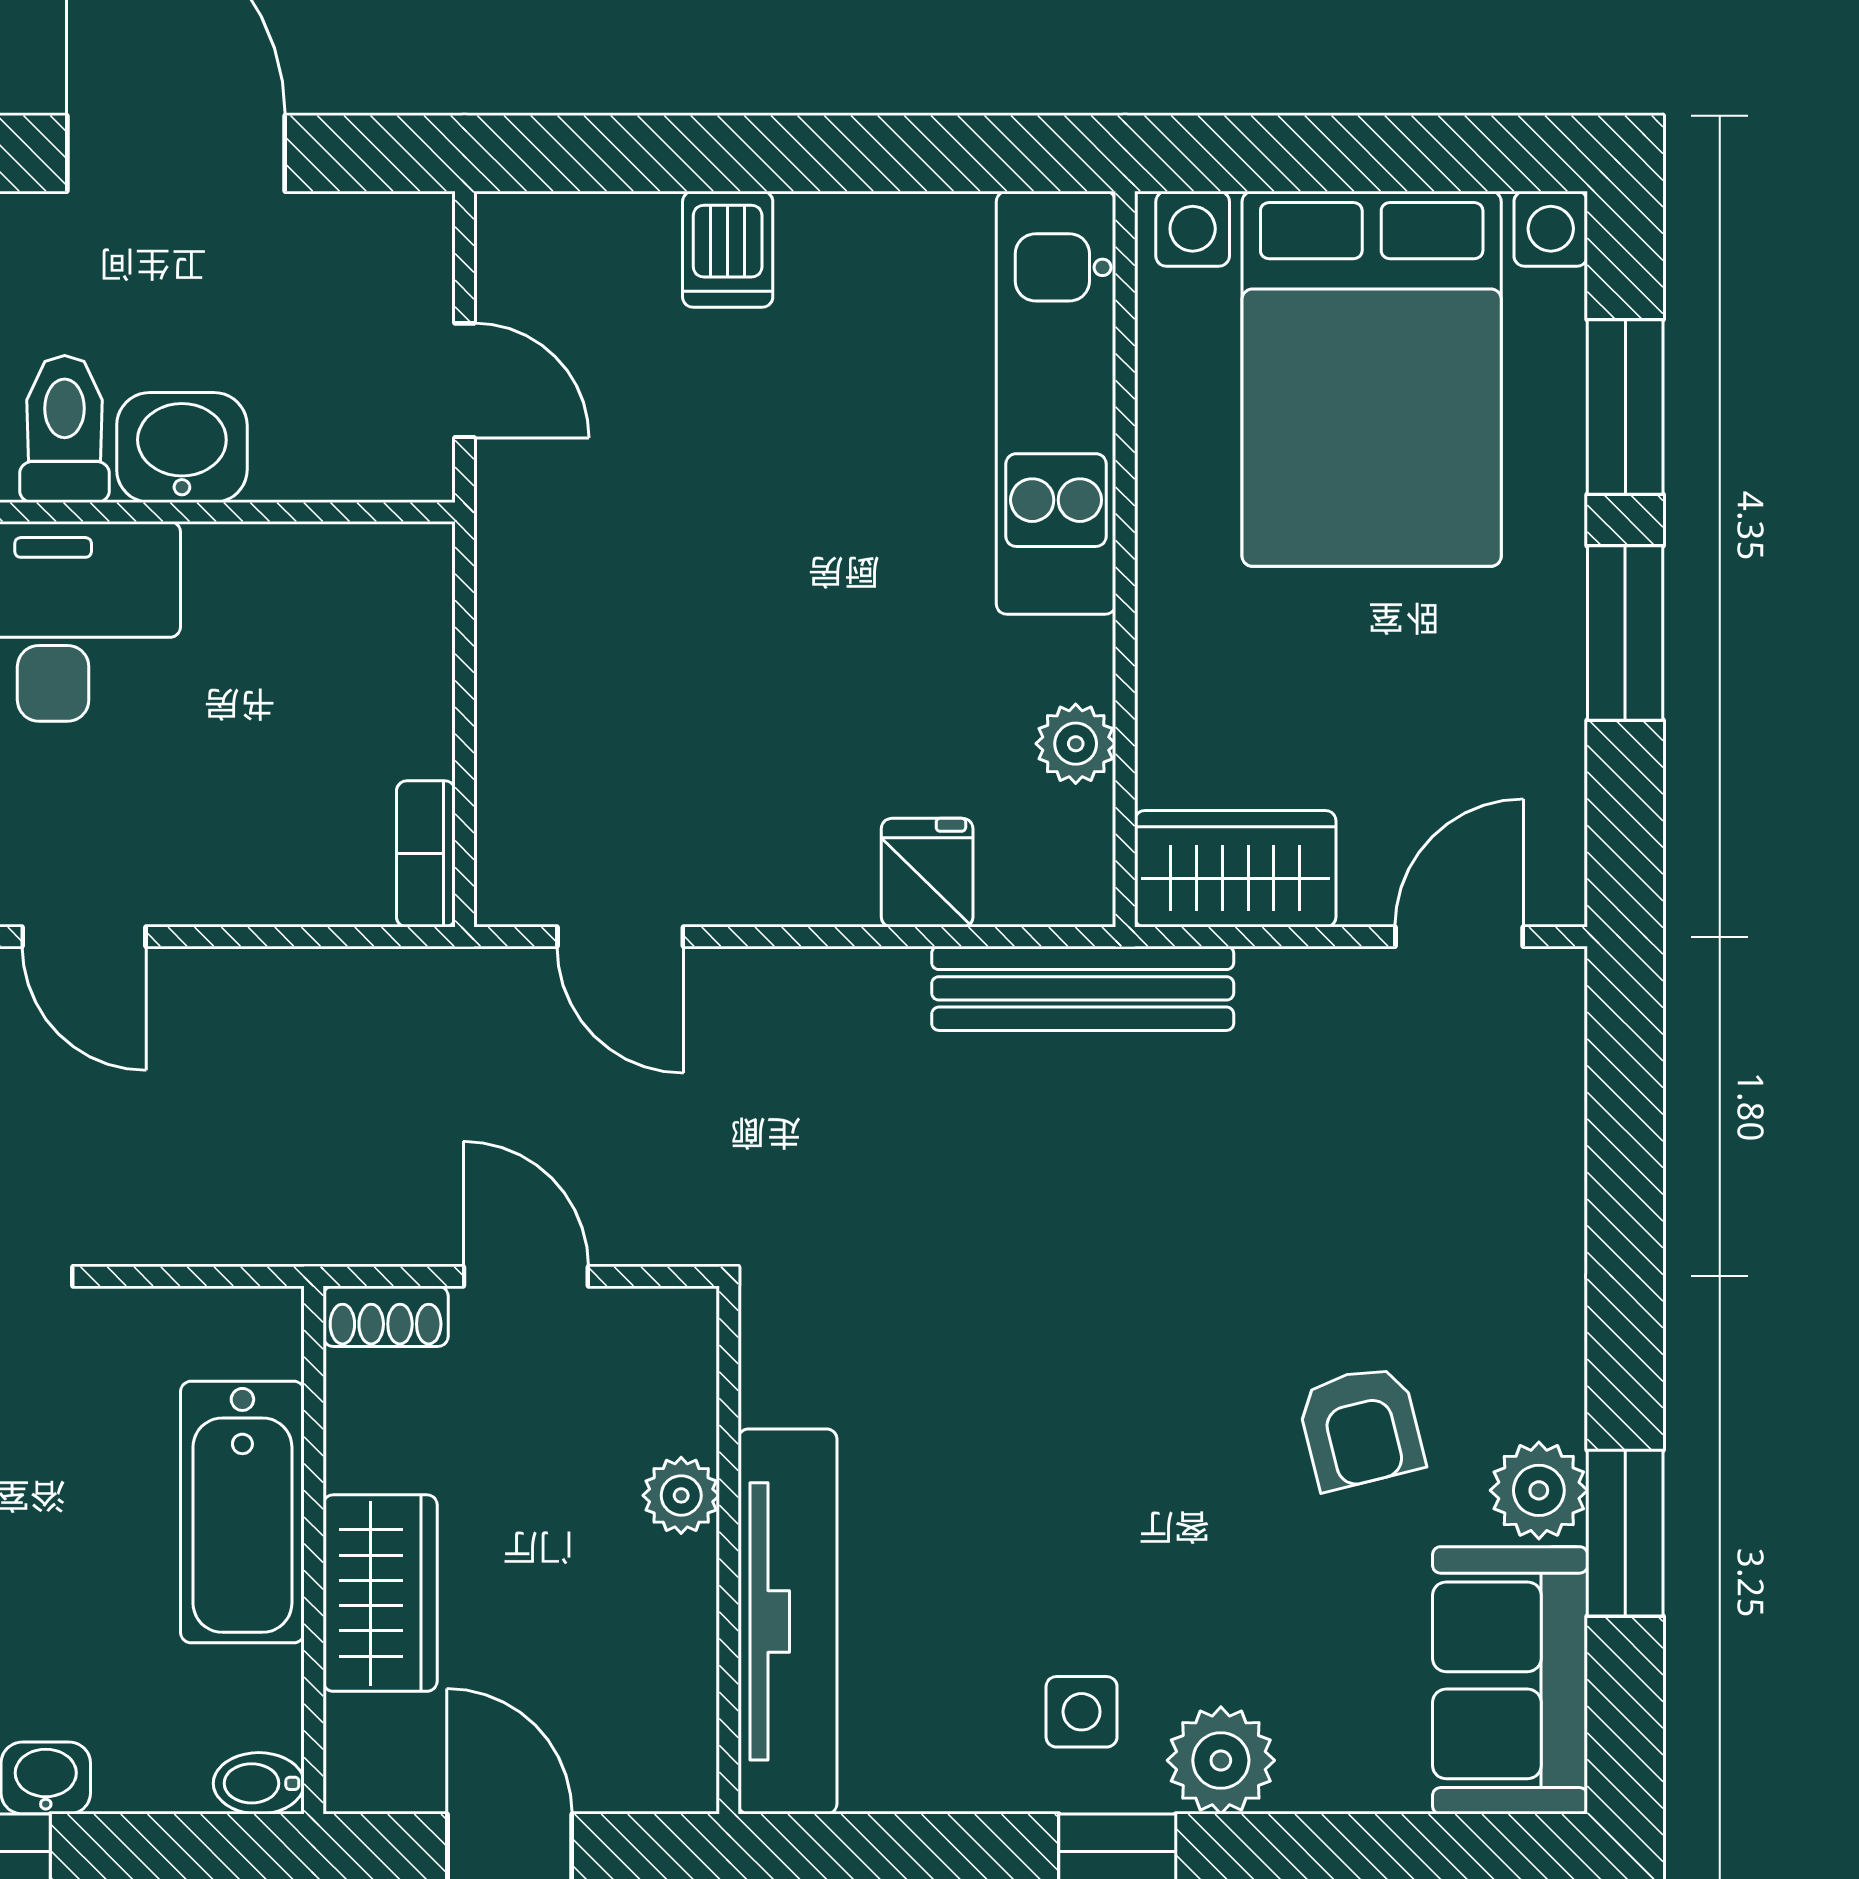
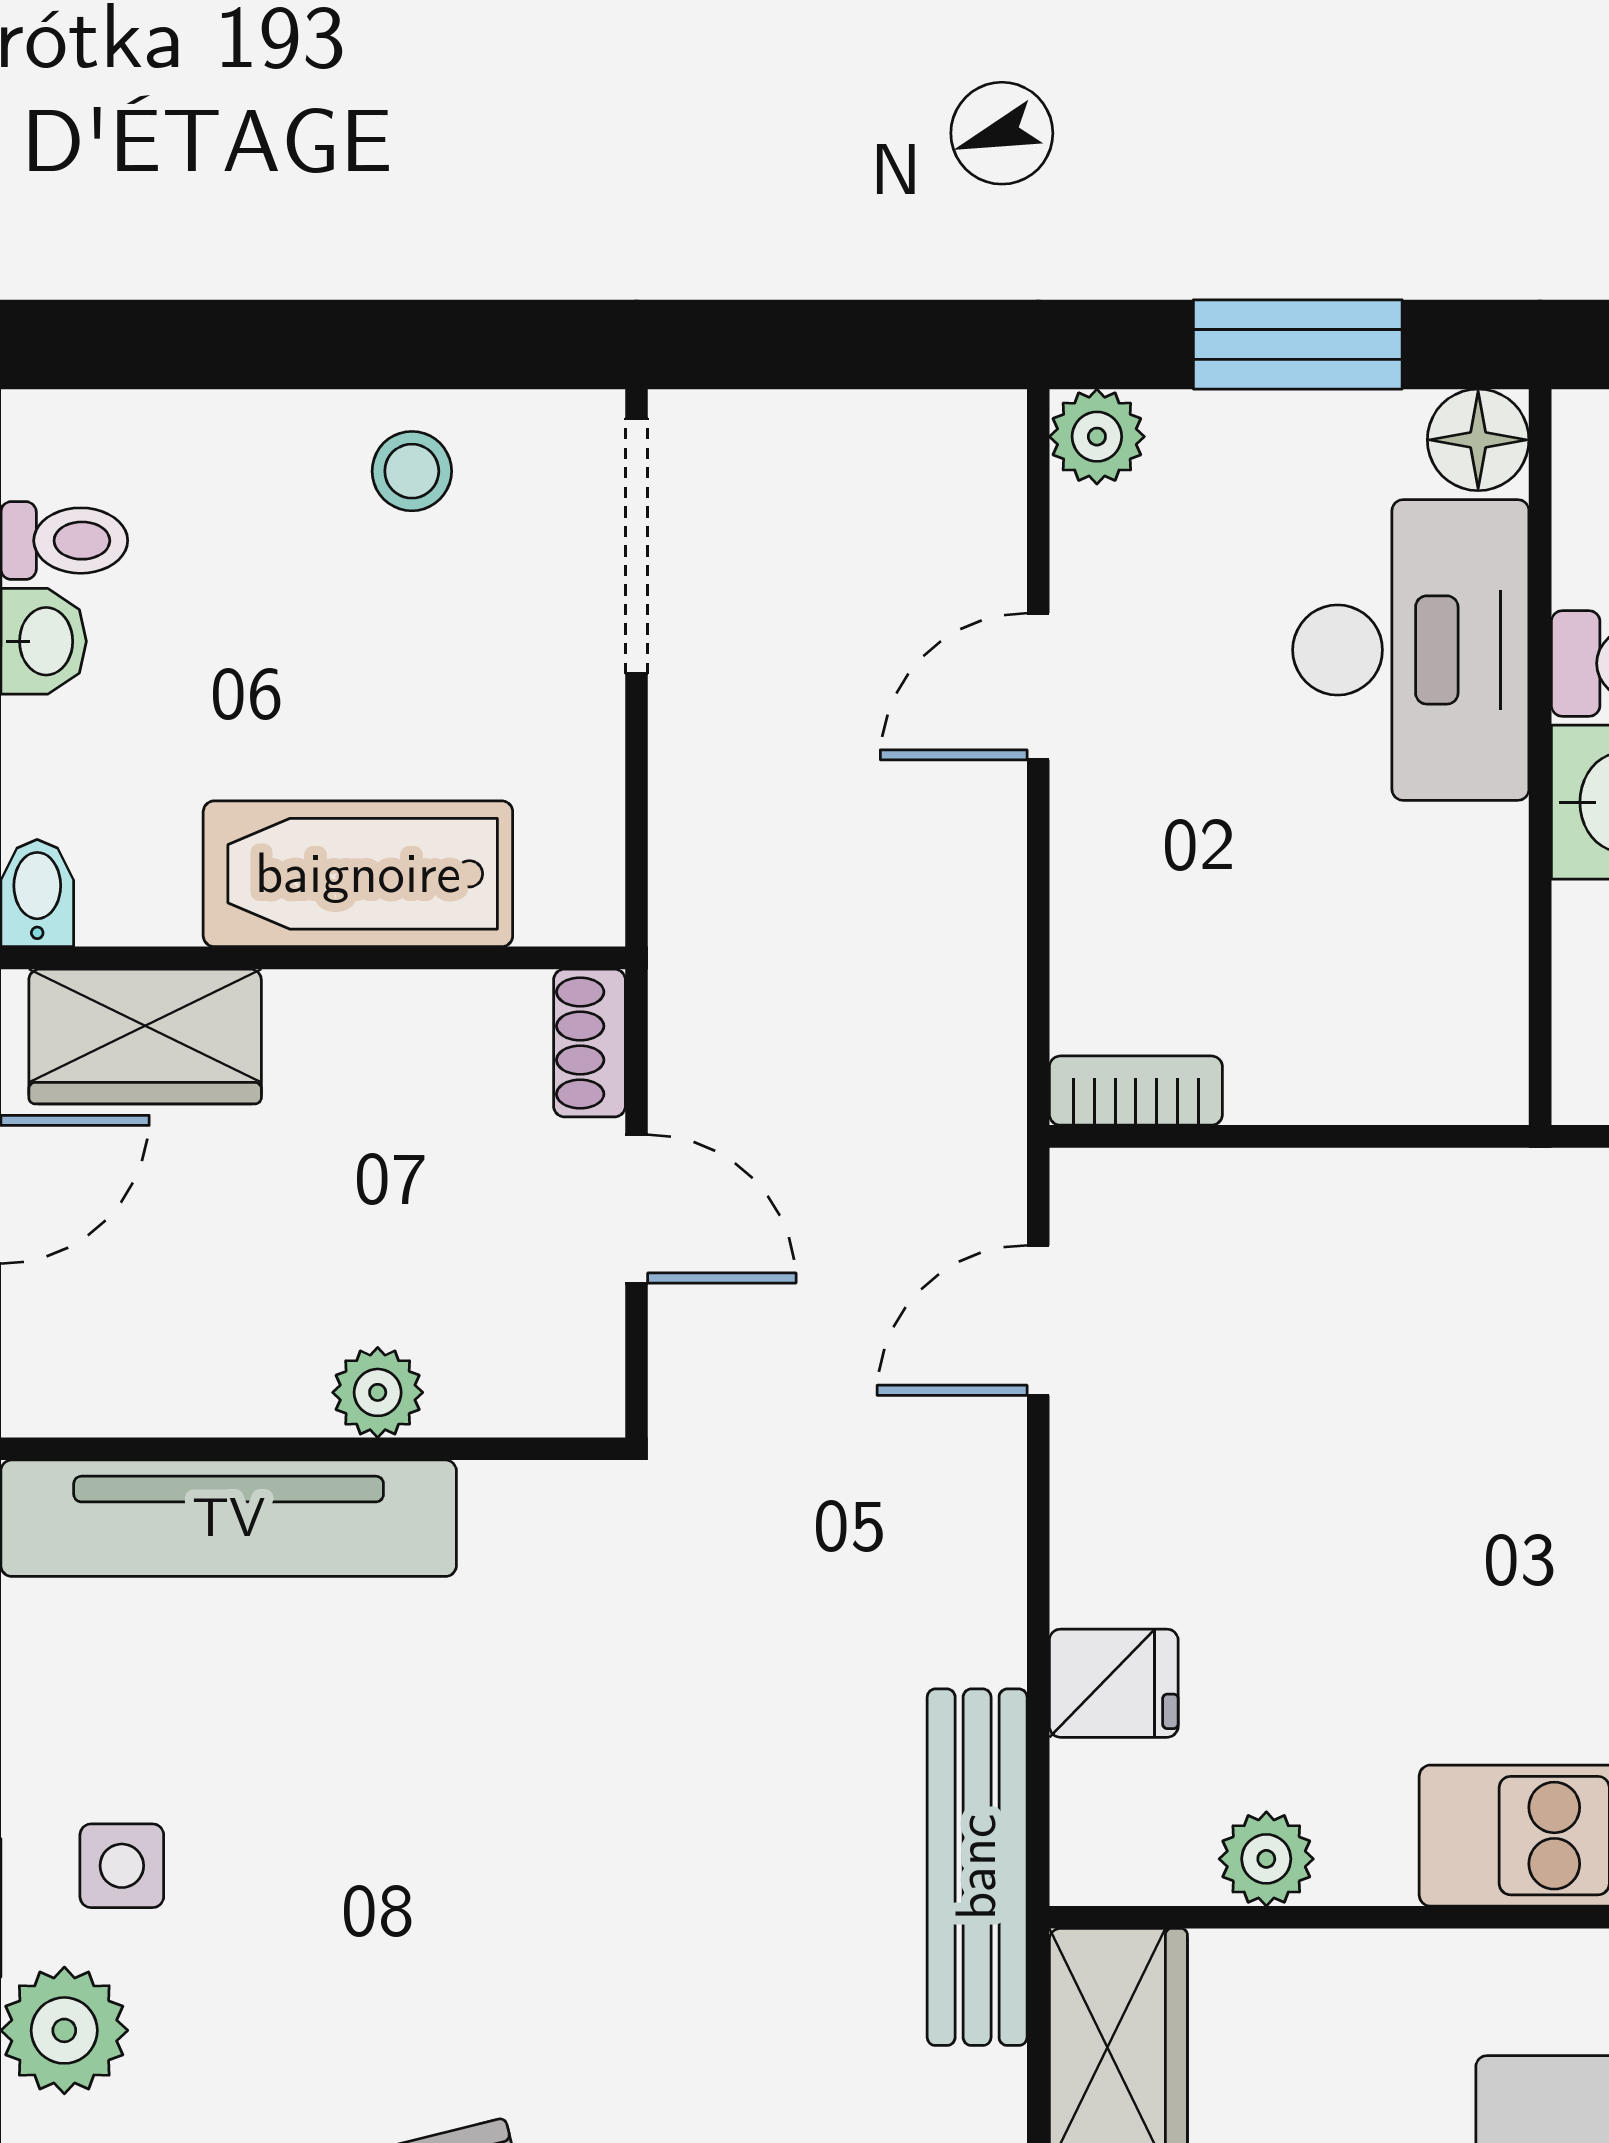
door: (526, 1276) -> (637, 1209), hinge flipped
wardrobe: (380, 1593) -> (145, 1037), moved

